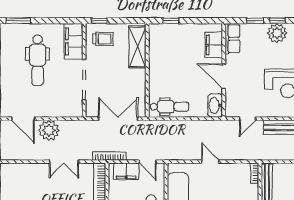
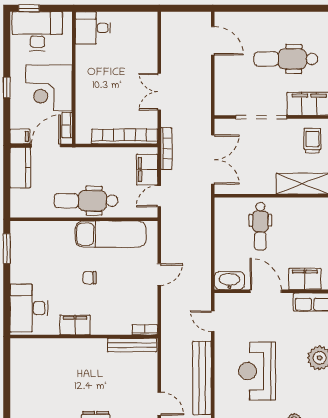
trolley: (103, 39) -> (312, 141), turned 180
door: (224, 76) -> (266, 291), hinge flipped
dental chair: (170, 107) -> (260, 226), moved
door: (23, 119) -> (213, 41), swing flipped
plant: (49, 130) -> (198, 73), removed

